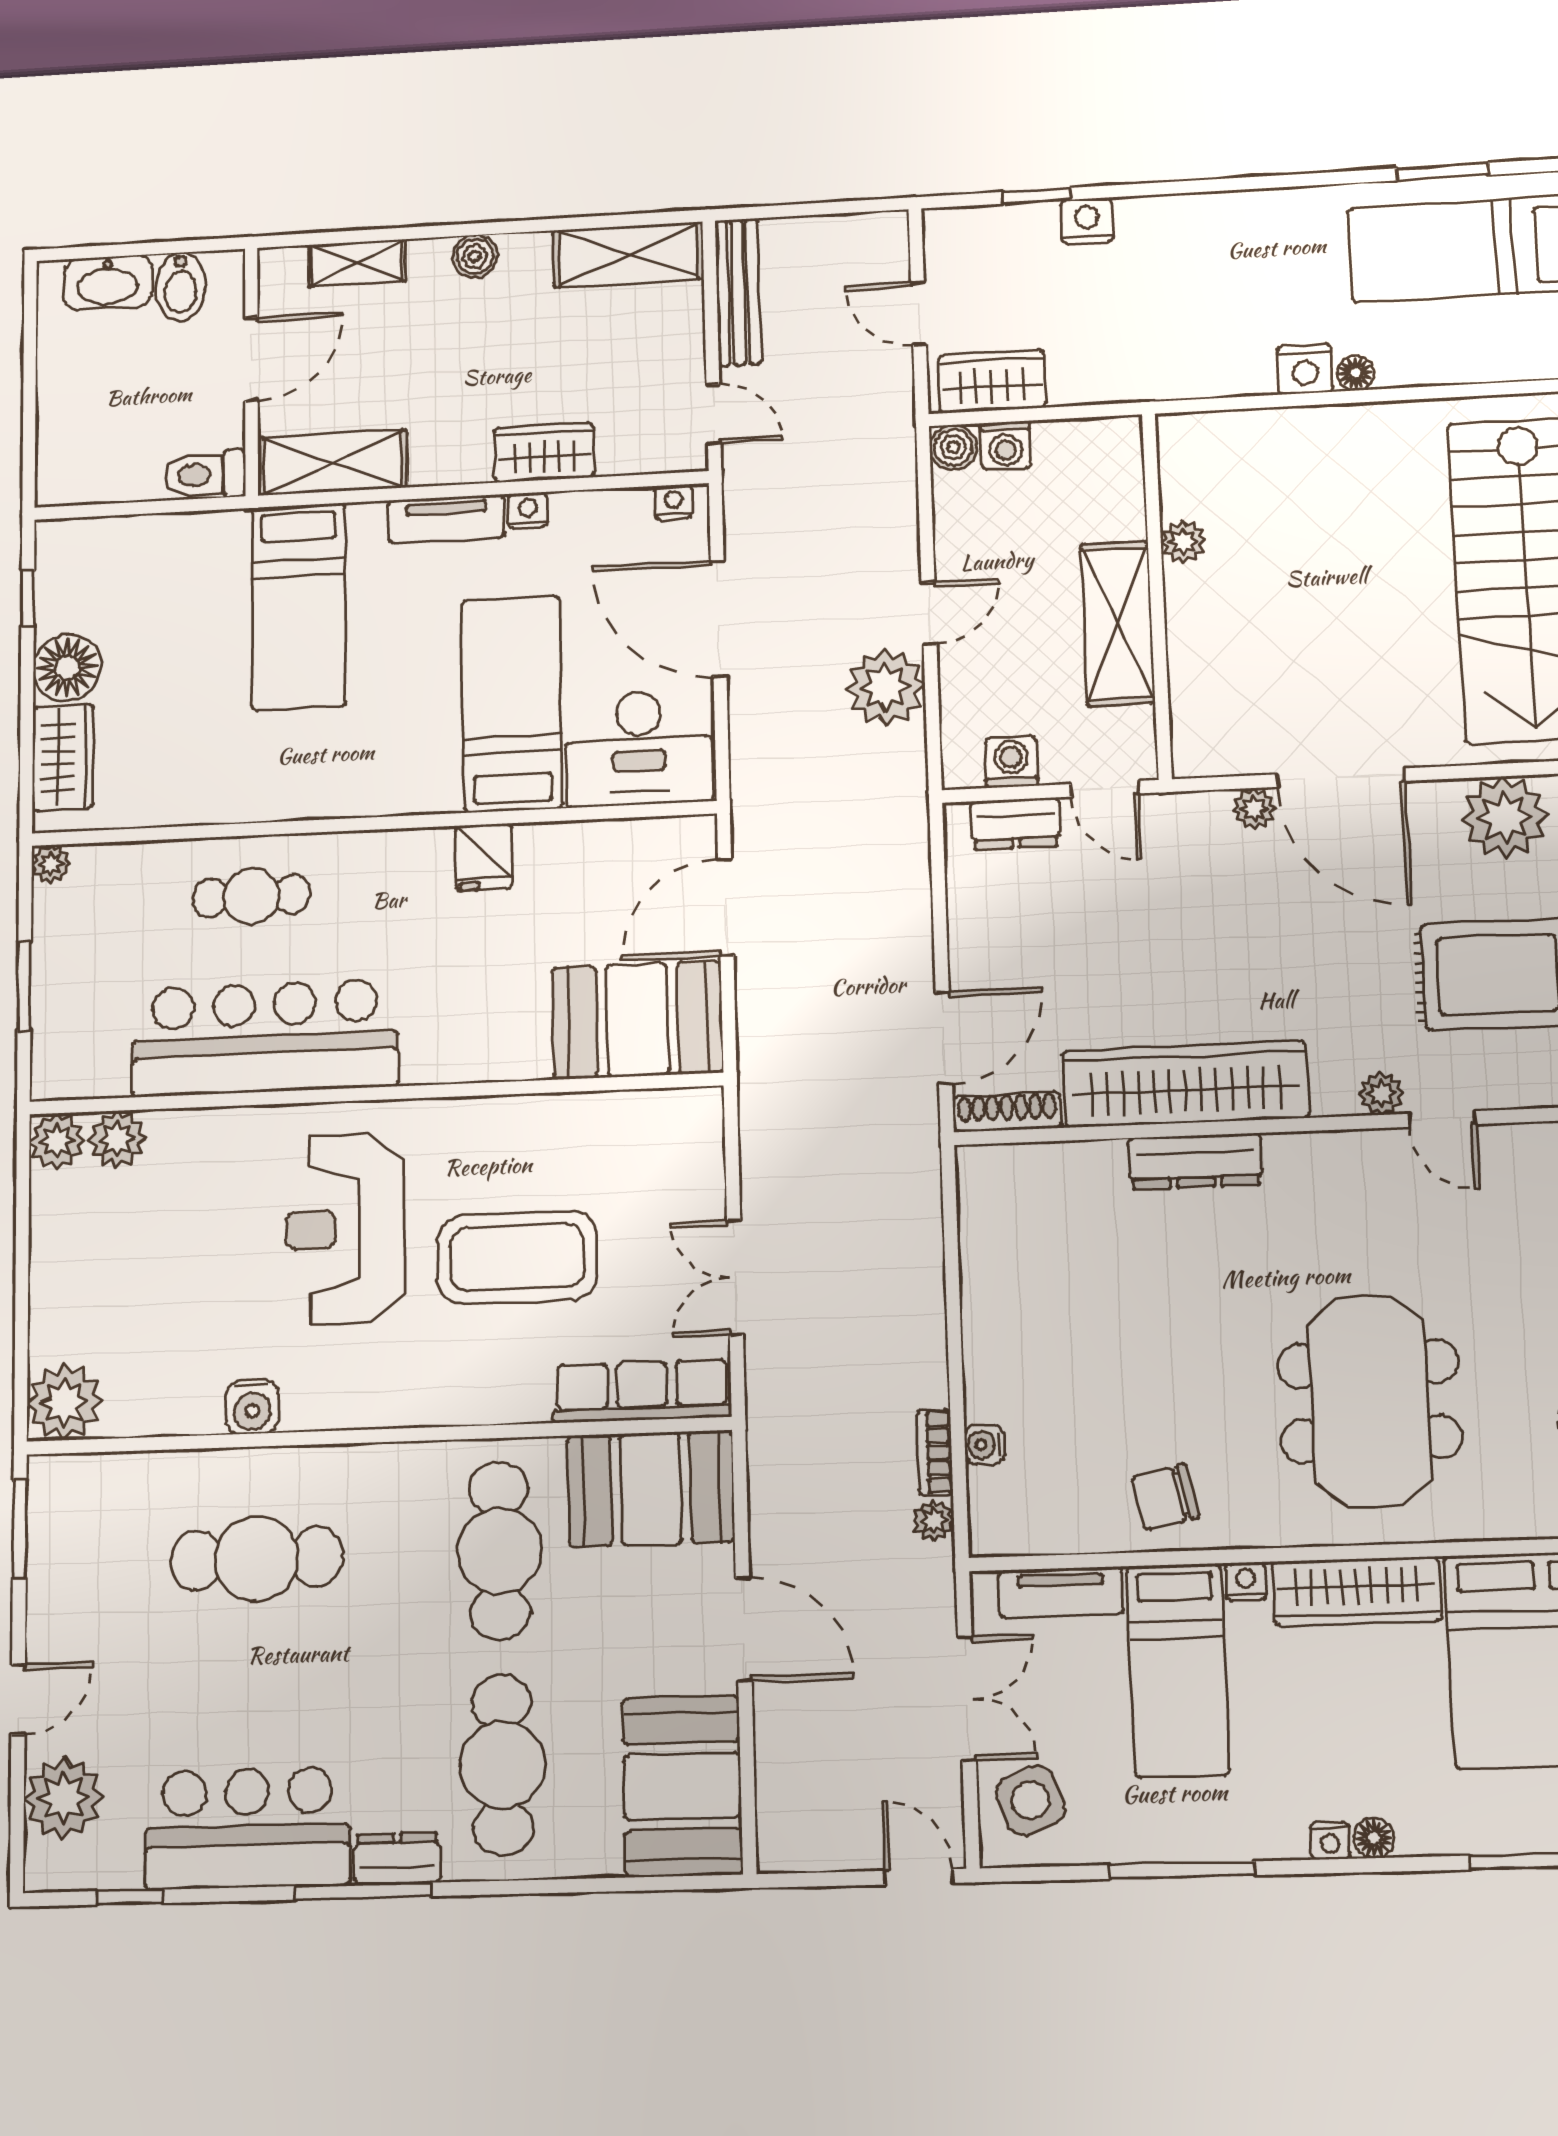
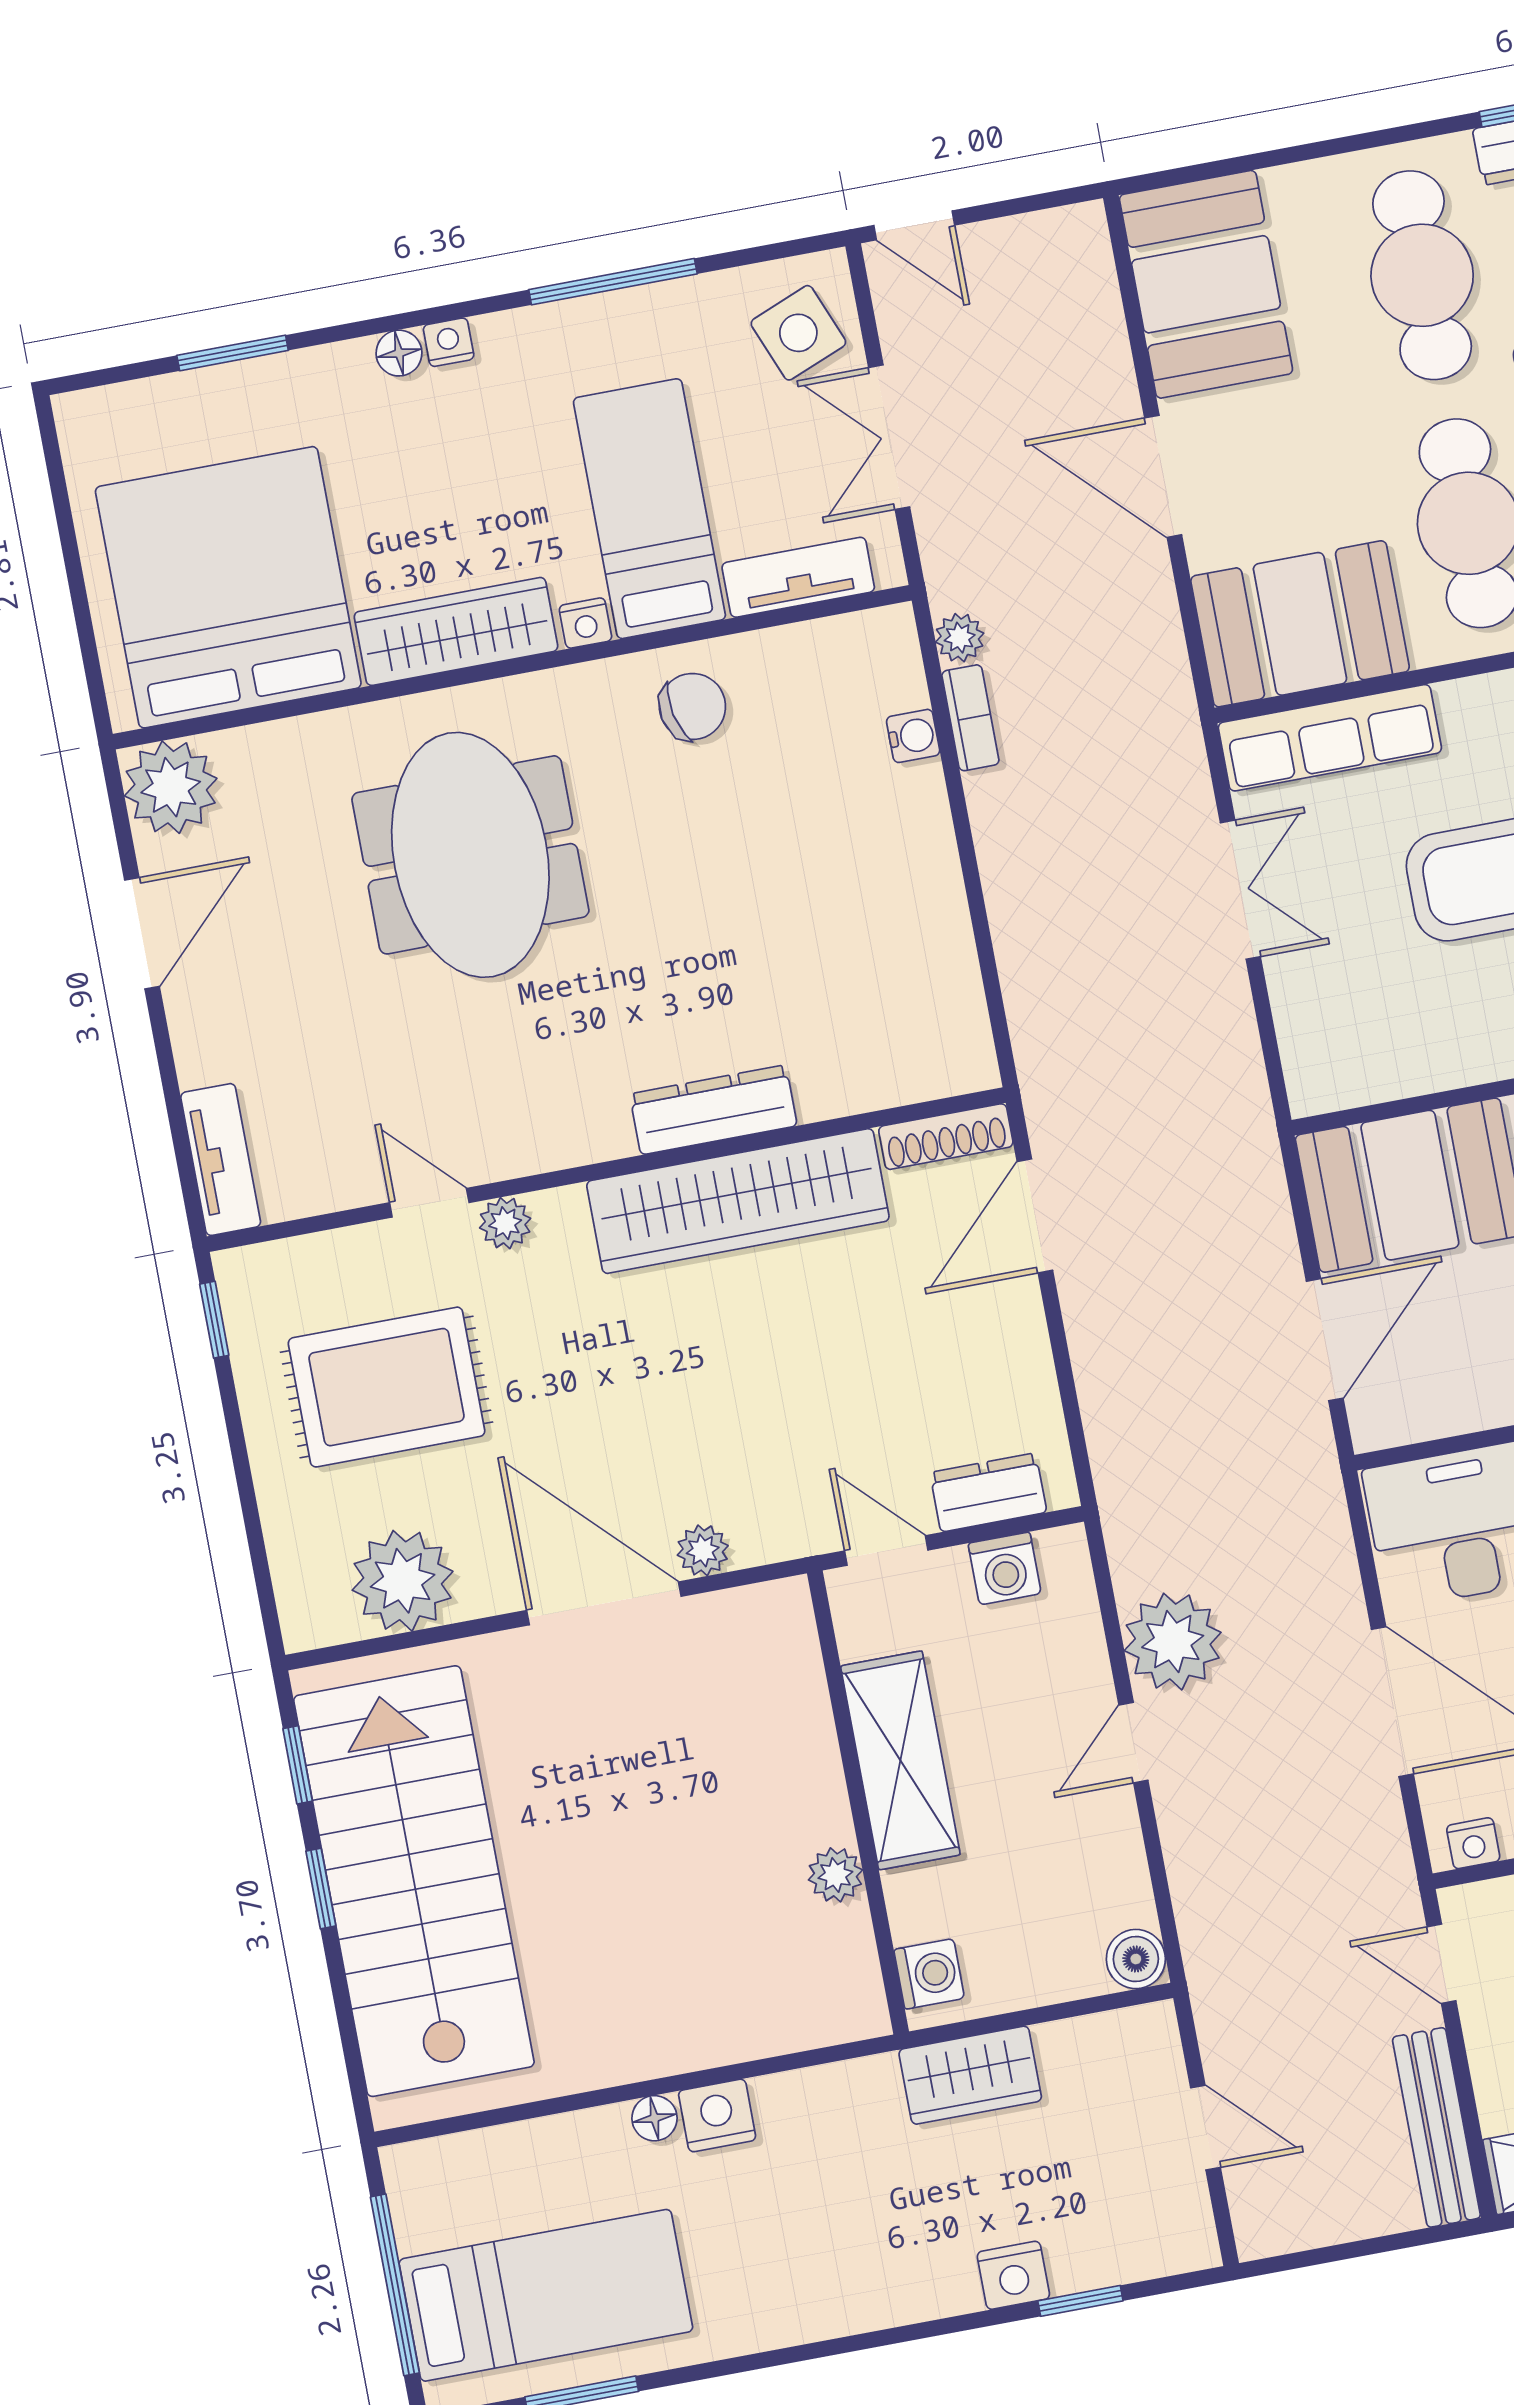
wardrobe: (992, 381) -> (970, 2075), moved
washing machine: (1006, 445) -> (929, 1974), moved, turned 90

